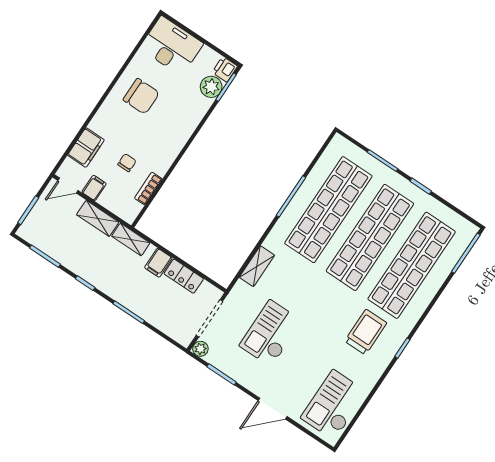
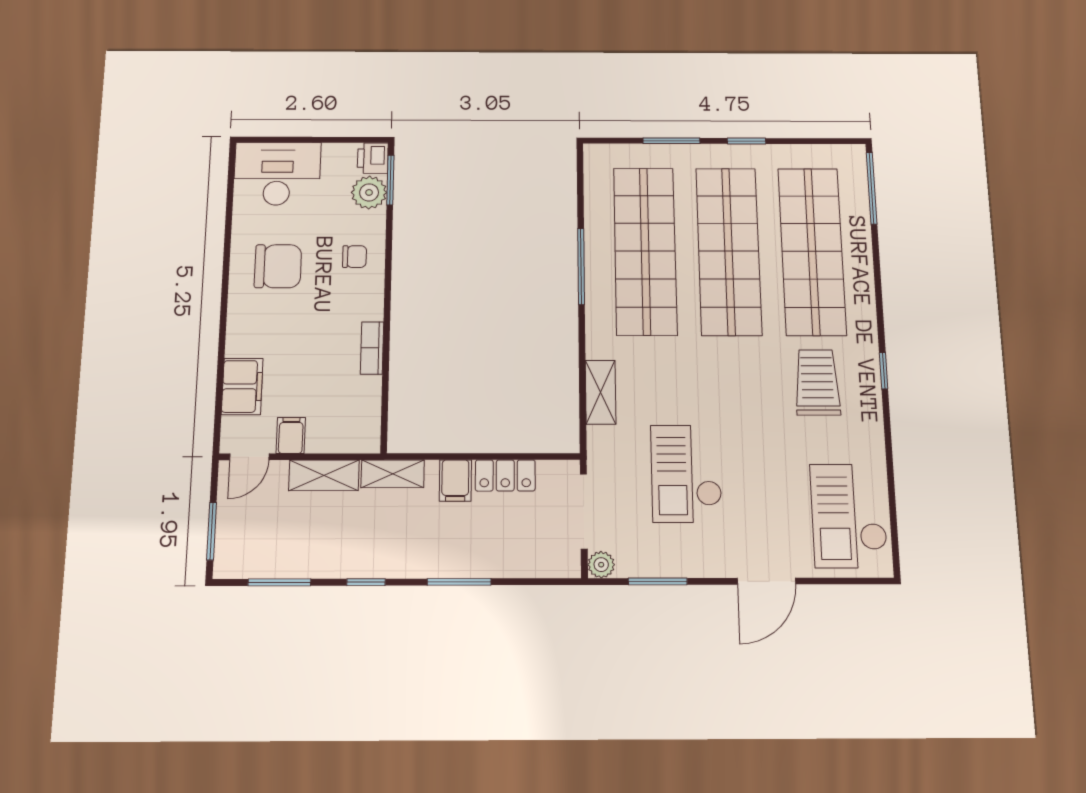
chair: (127, 163) -> (355, 257), moved, turned 90
bookcase: (148, 188) -> (372, 348), moved

